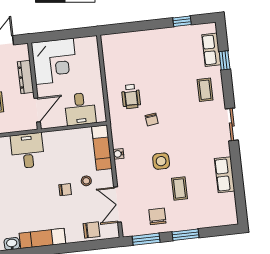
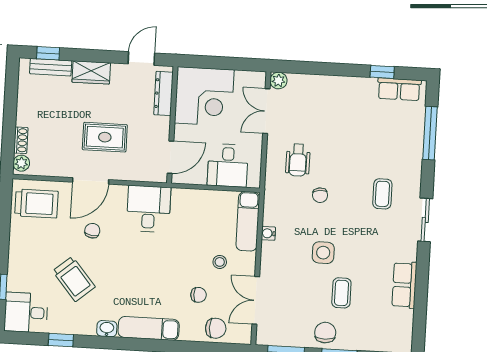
plant: (107, 40) -> (278, 81), added
row of seats: (211, 50) -> (399, 89), moved, turned -90
window: (225, 60) -> (430, 133), width x2.17
double door: (102, 64) -> (266, 111), added
dresser: (26, 77) -> (163, 93), moved
coffee table: (205, 90) -> (382, 194), moved
chair: (65, 190) -> (199, 295), moved
chair: (157, 216) -> (325, 333), moved

